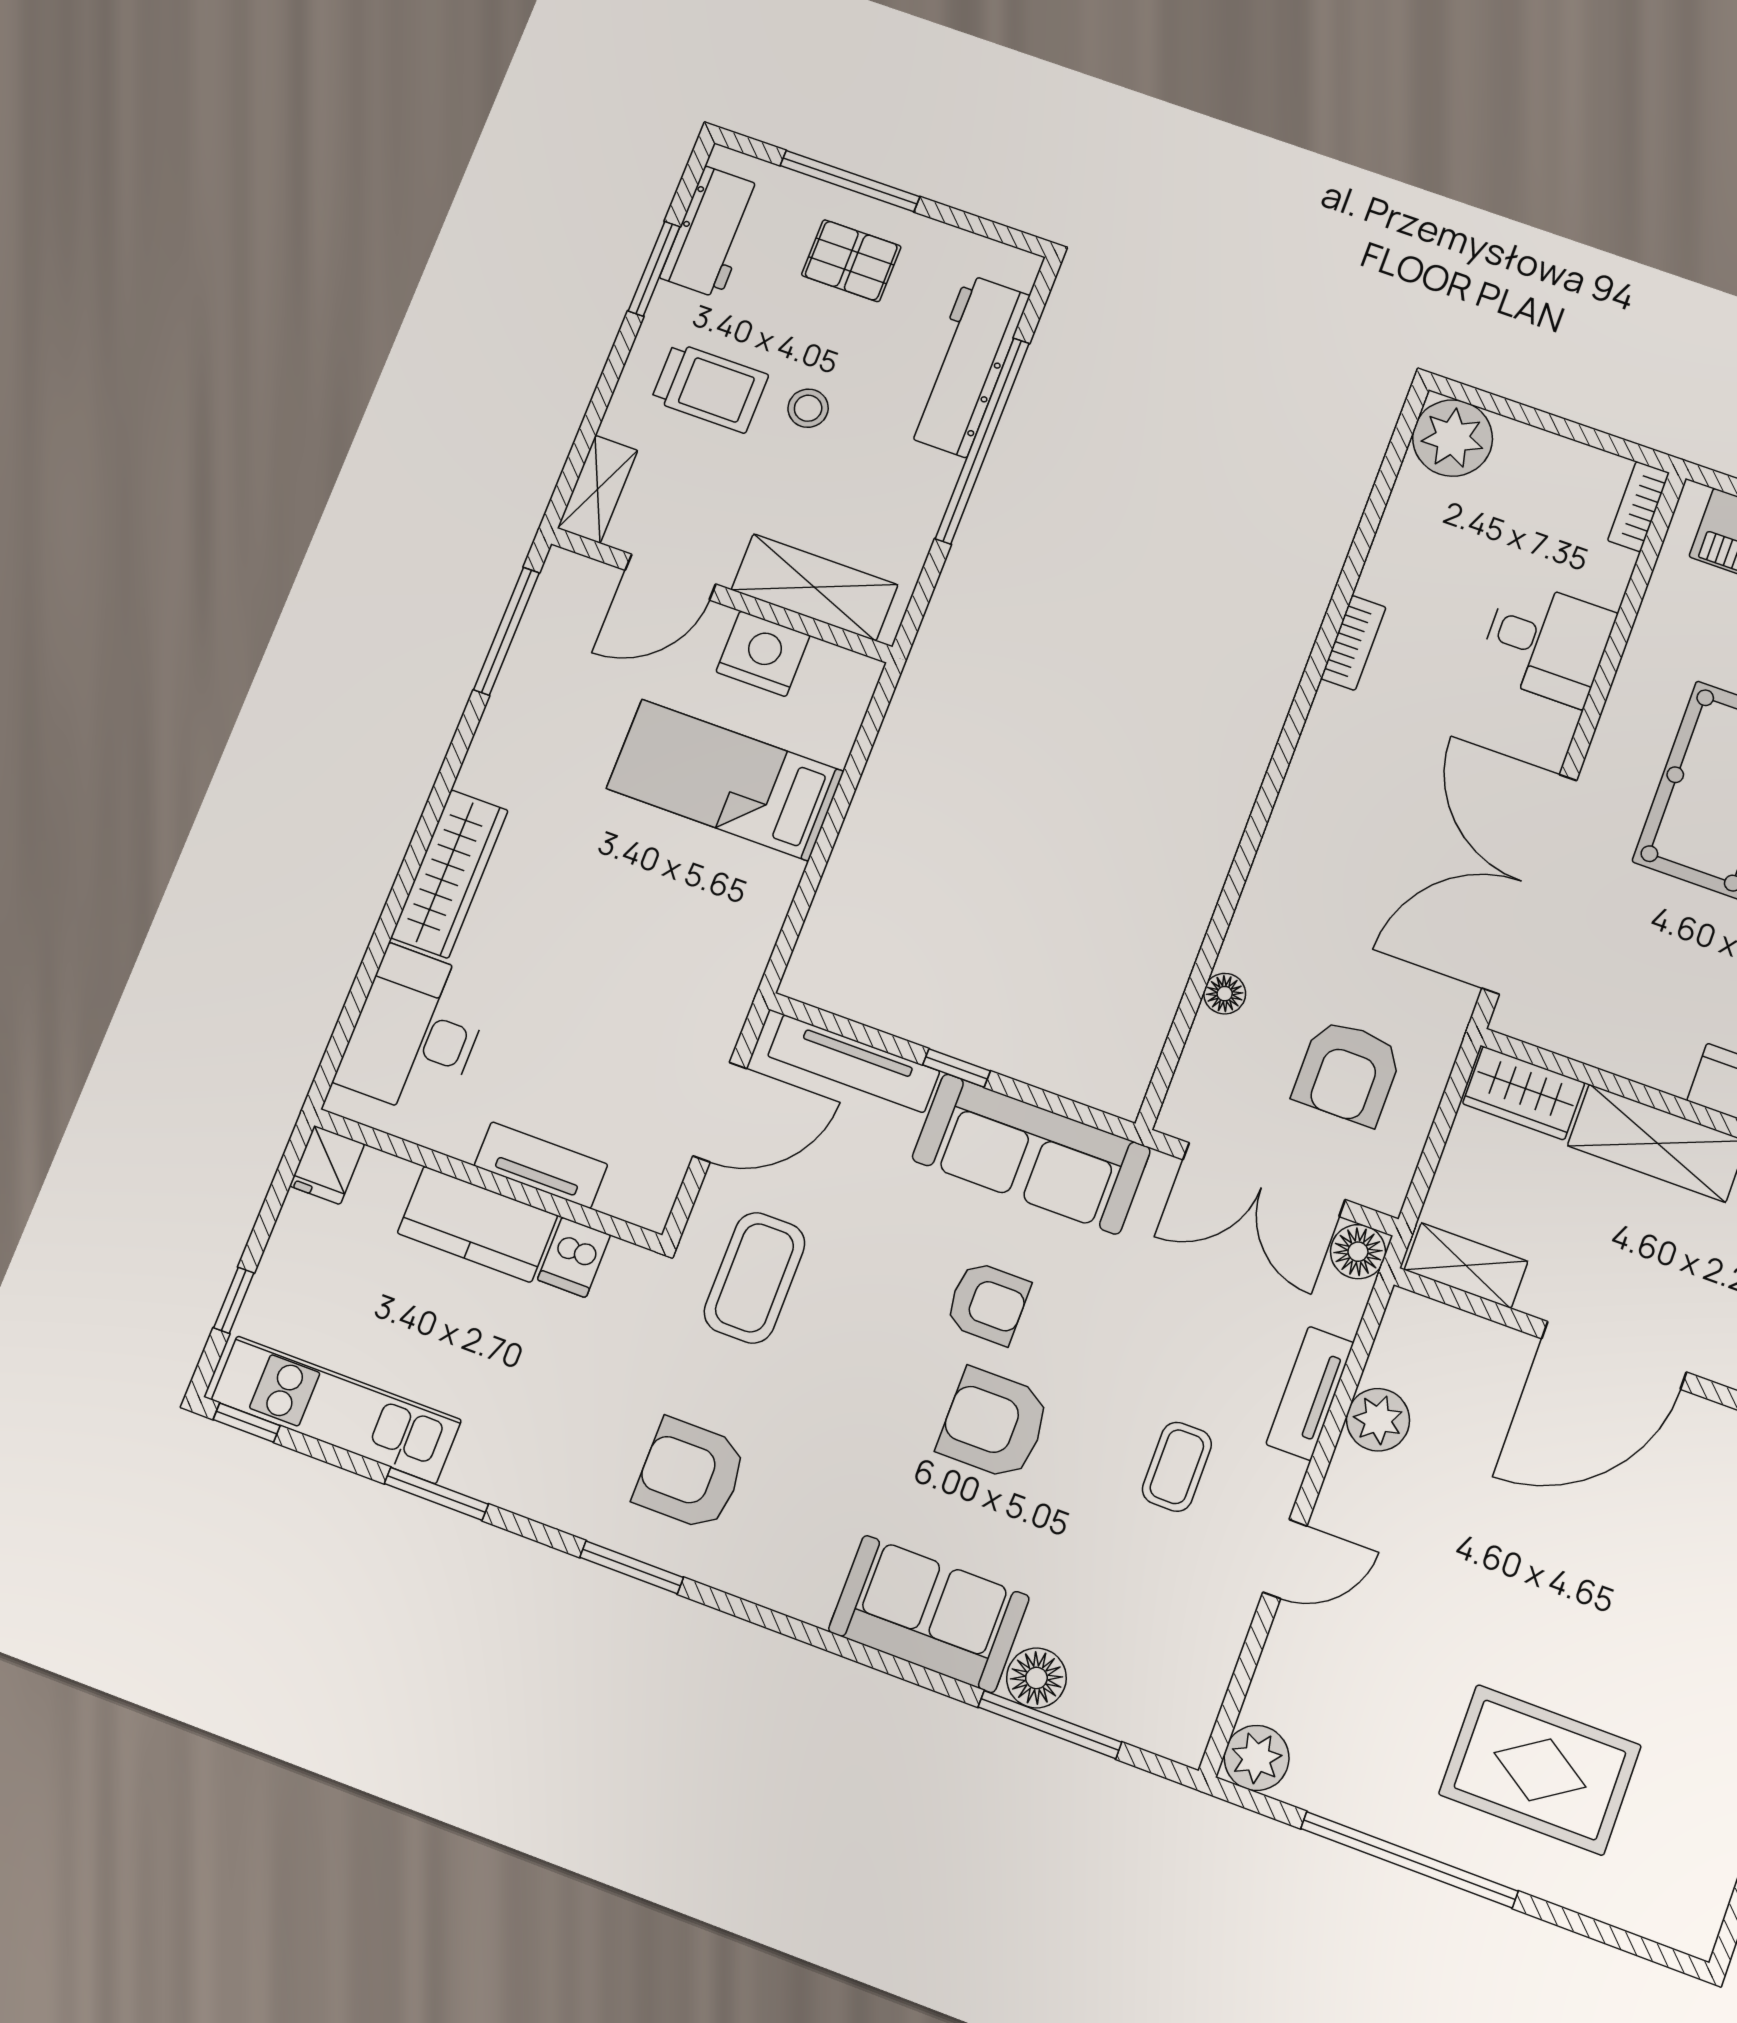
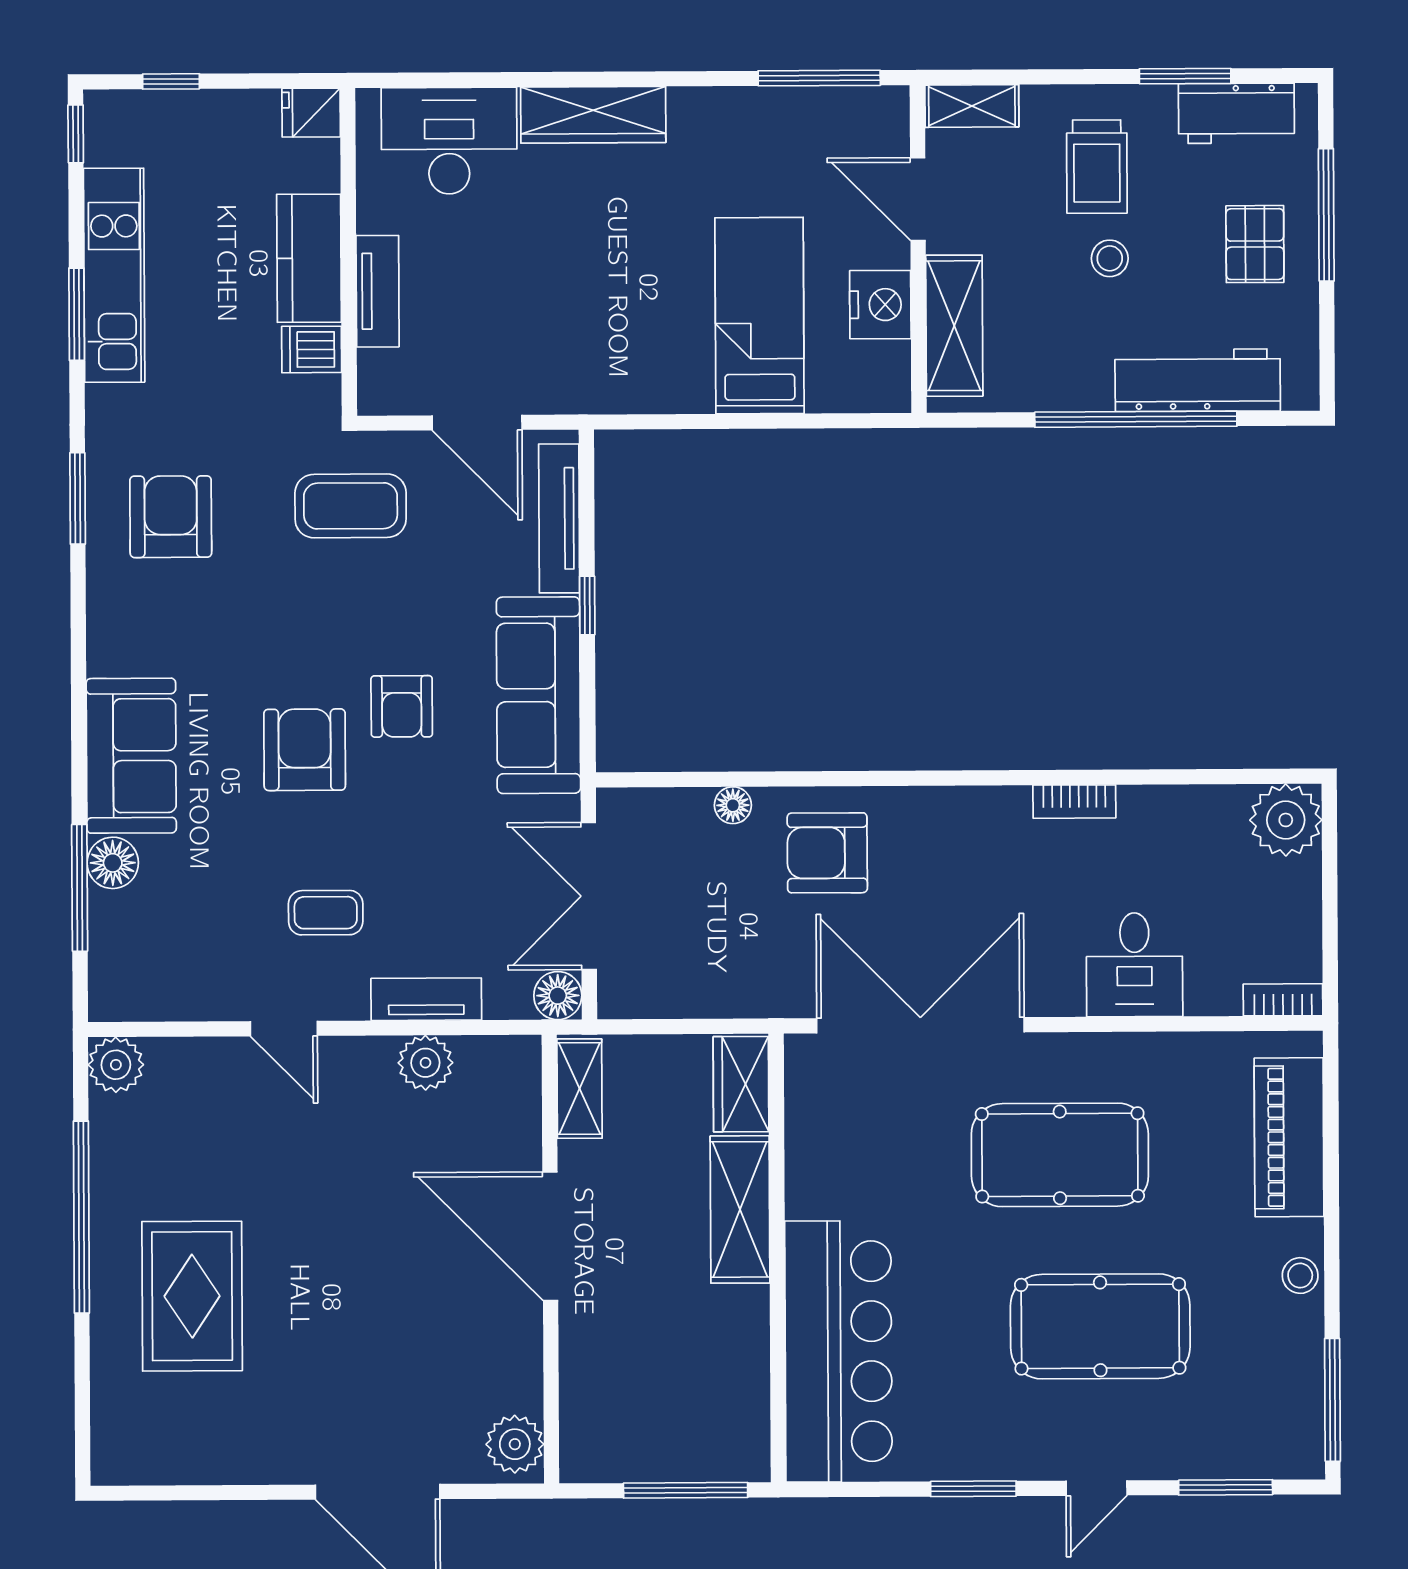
armchair: (1348, 1072) -> (827, 853), moved
kitchen unit: (336, 1410) -> (114, 275), moved

